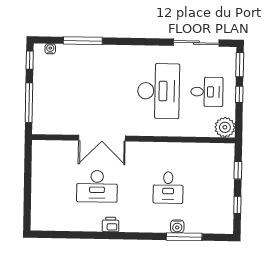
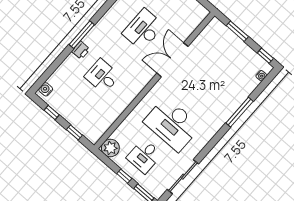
window: (83, 41) -> (239, 112), moved
window: (29, 103) -> (237, 31), width x0.69
printer: (111, 224) -> (81, 50), moved
water cooler: (177, 226) -> (46, 89), moved
window: (184, 237) -> (82, 35), moved

